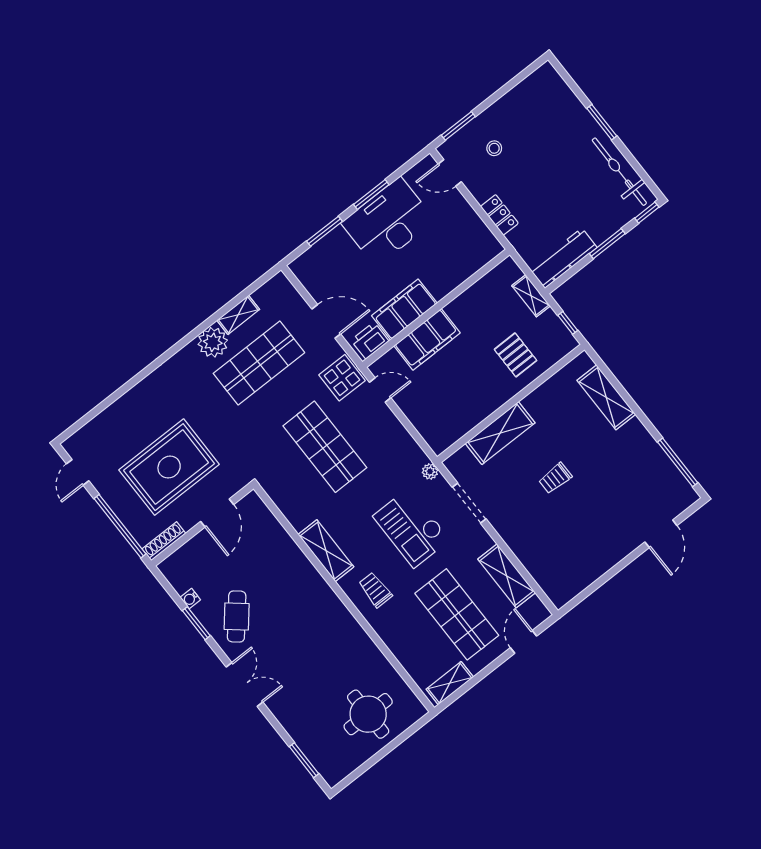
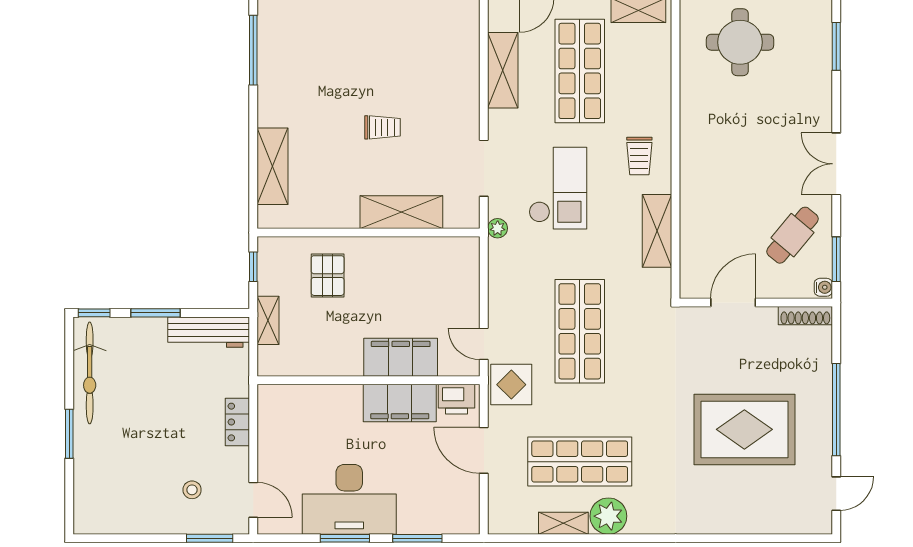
door: (217, 513) -> (733, 303), moved
wall: (202, 525) -> (756, 303), moved
shoe rack: (164, 541) -> (805, 316), moved

